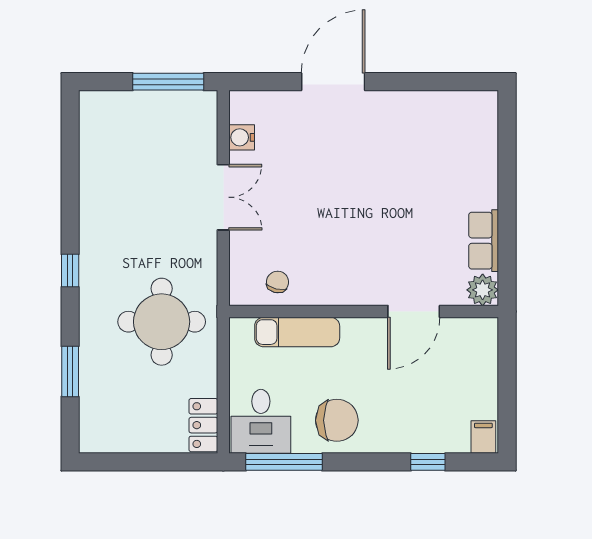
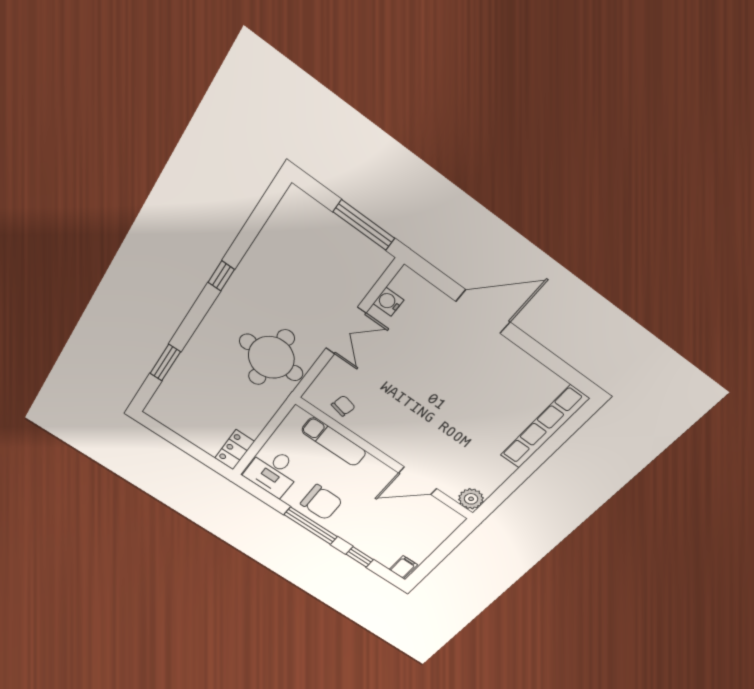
row of seats: (484, 241) -> (544, 427), moved, width x2.02
window: (70, 271) -> (221, 276), moved
round table: (162, 322) -> (271, 357), moved
window: (284, 462) -> (311, 526), moved

